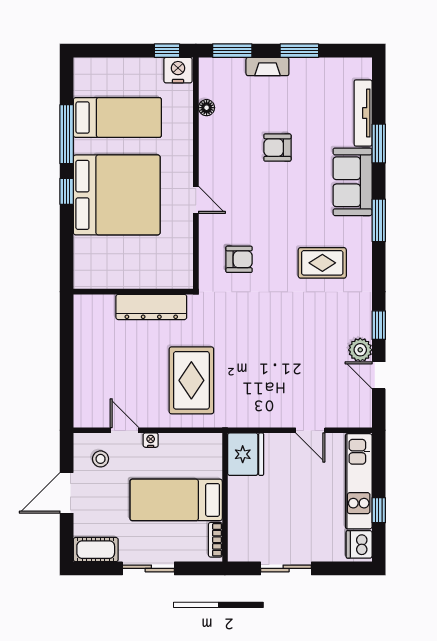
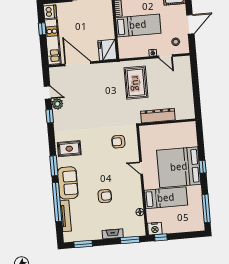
window: (299, 51) -> (83, 244), moved
bed: (117, 118) -> (166, 198), moved, turned 180
window: (67, 134) -> (206, 208), moved
window: (379, 144) -> (57, 202), width x2.11
rug: (322, 263) -> (69, 149), moved
door: (310, 430) -> (78, 64), width x1.87

